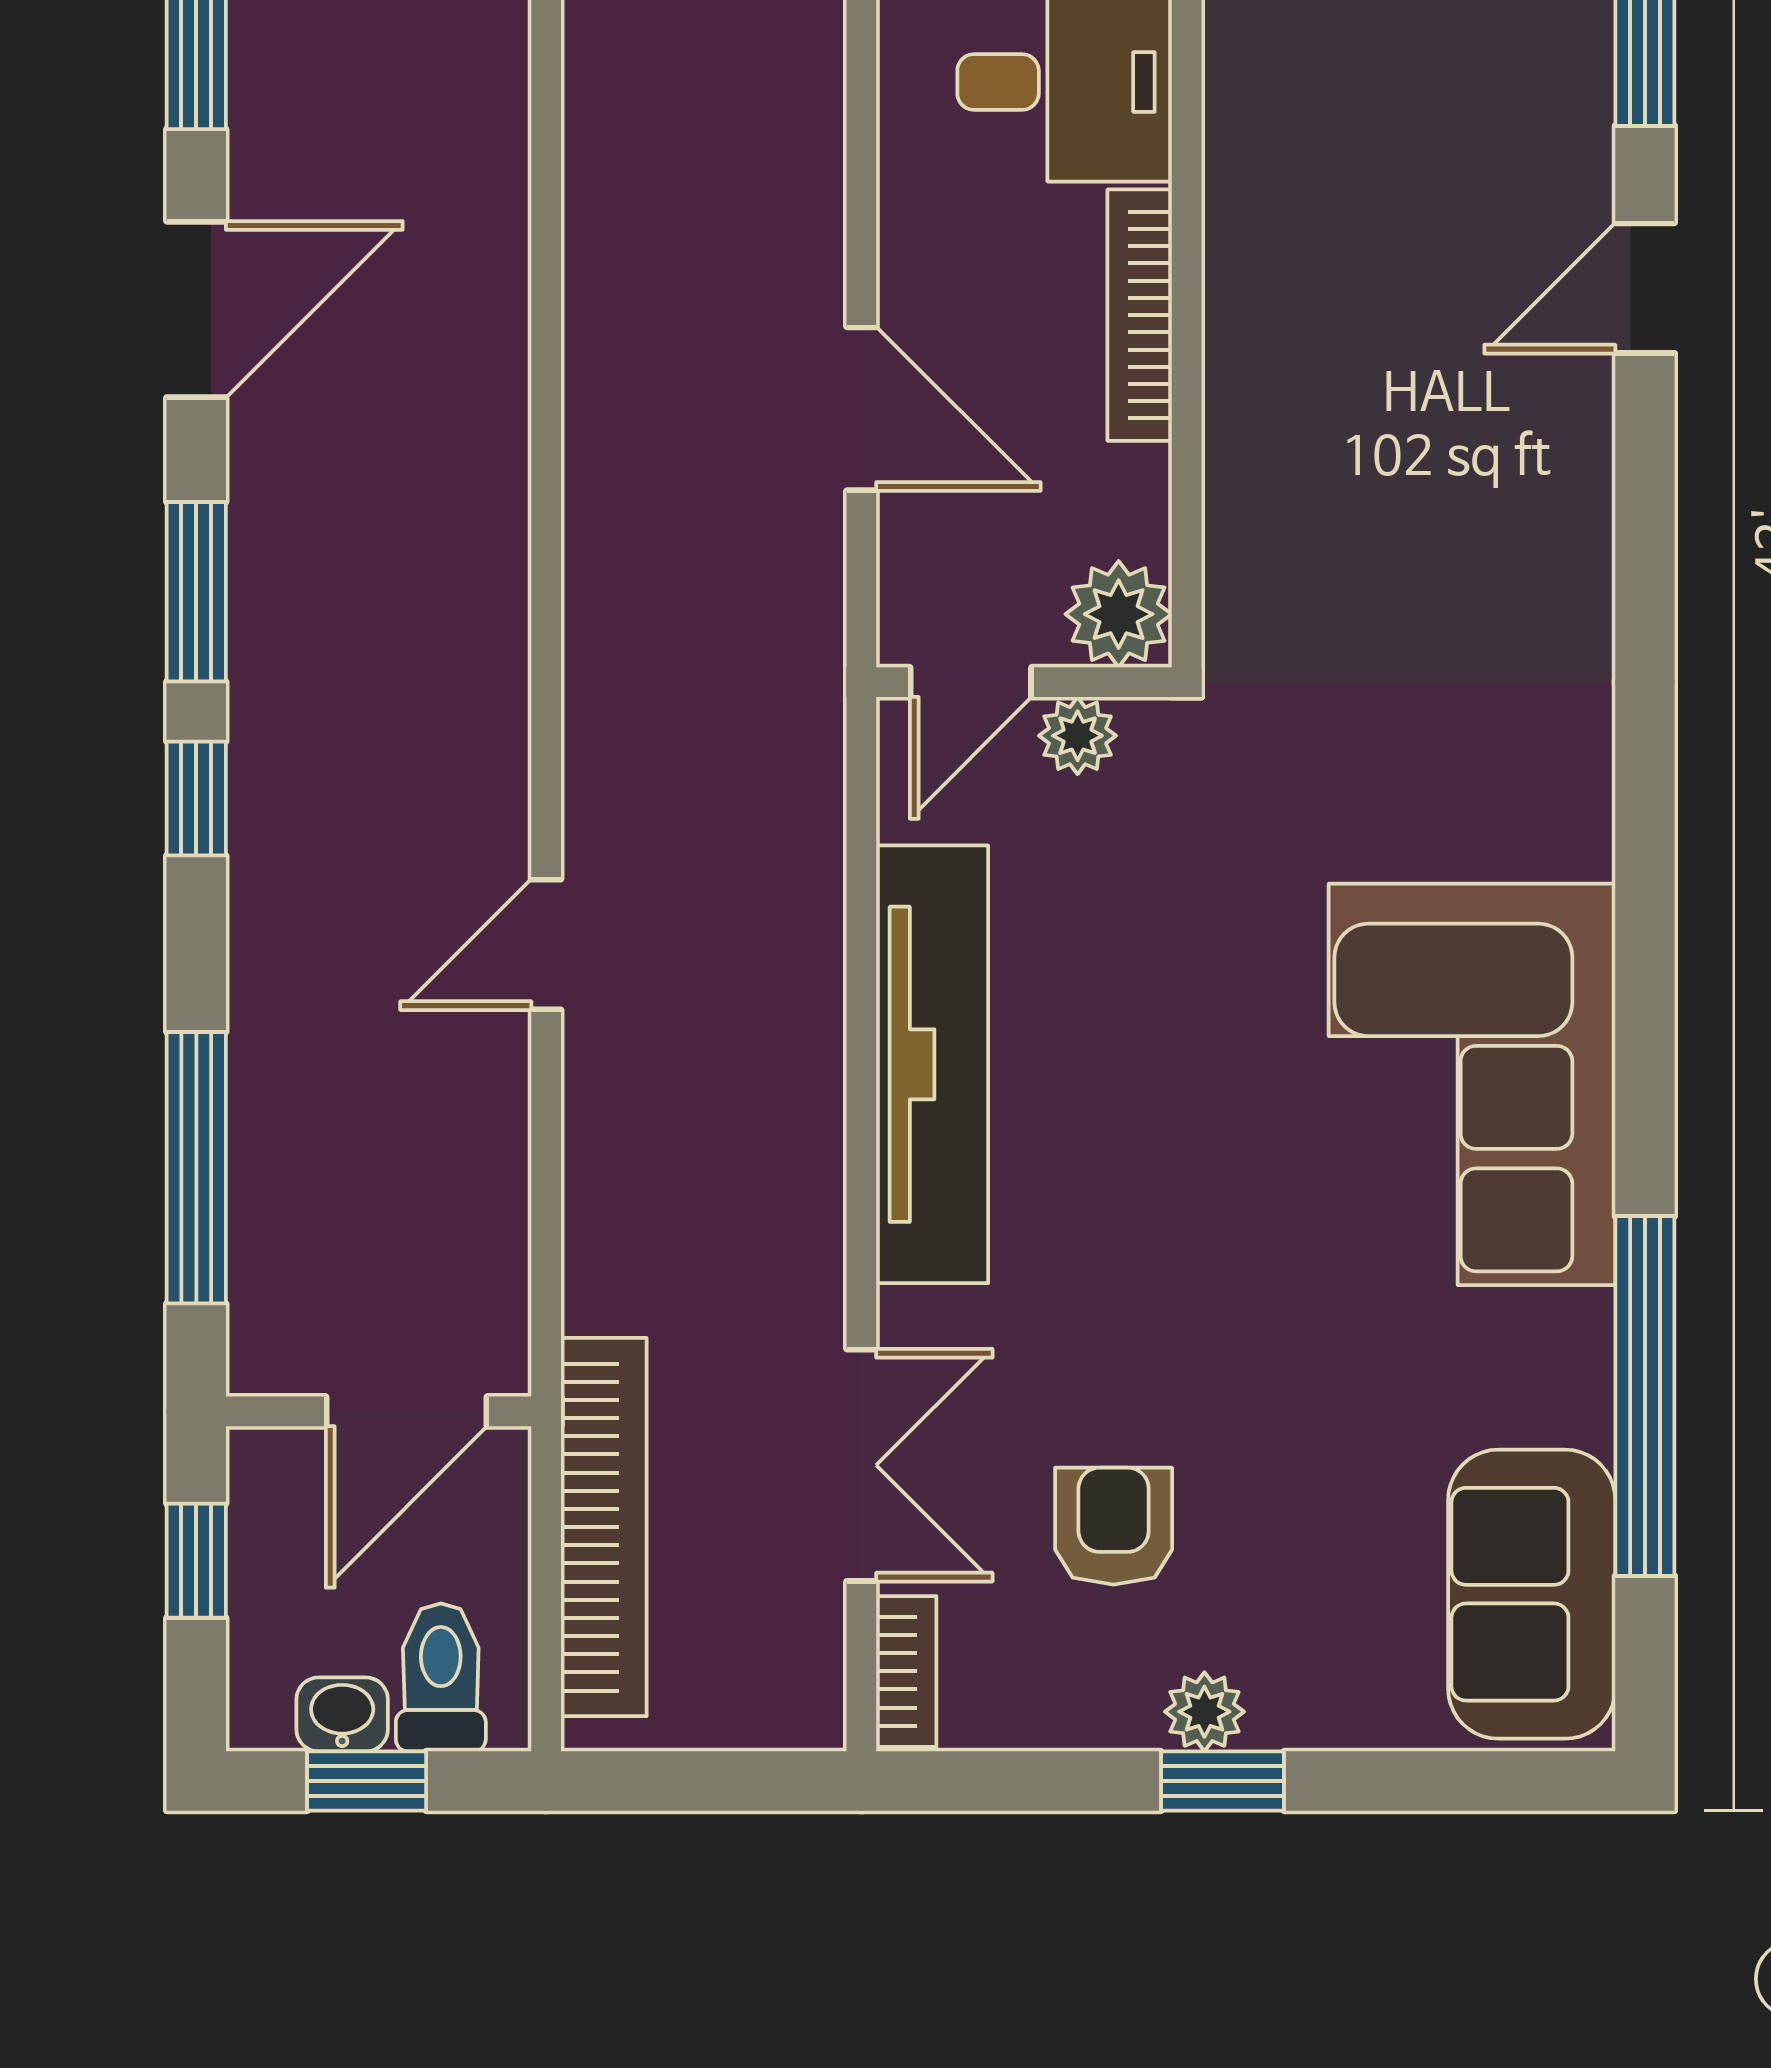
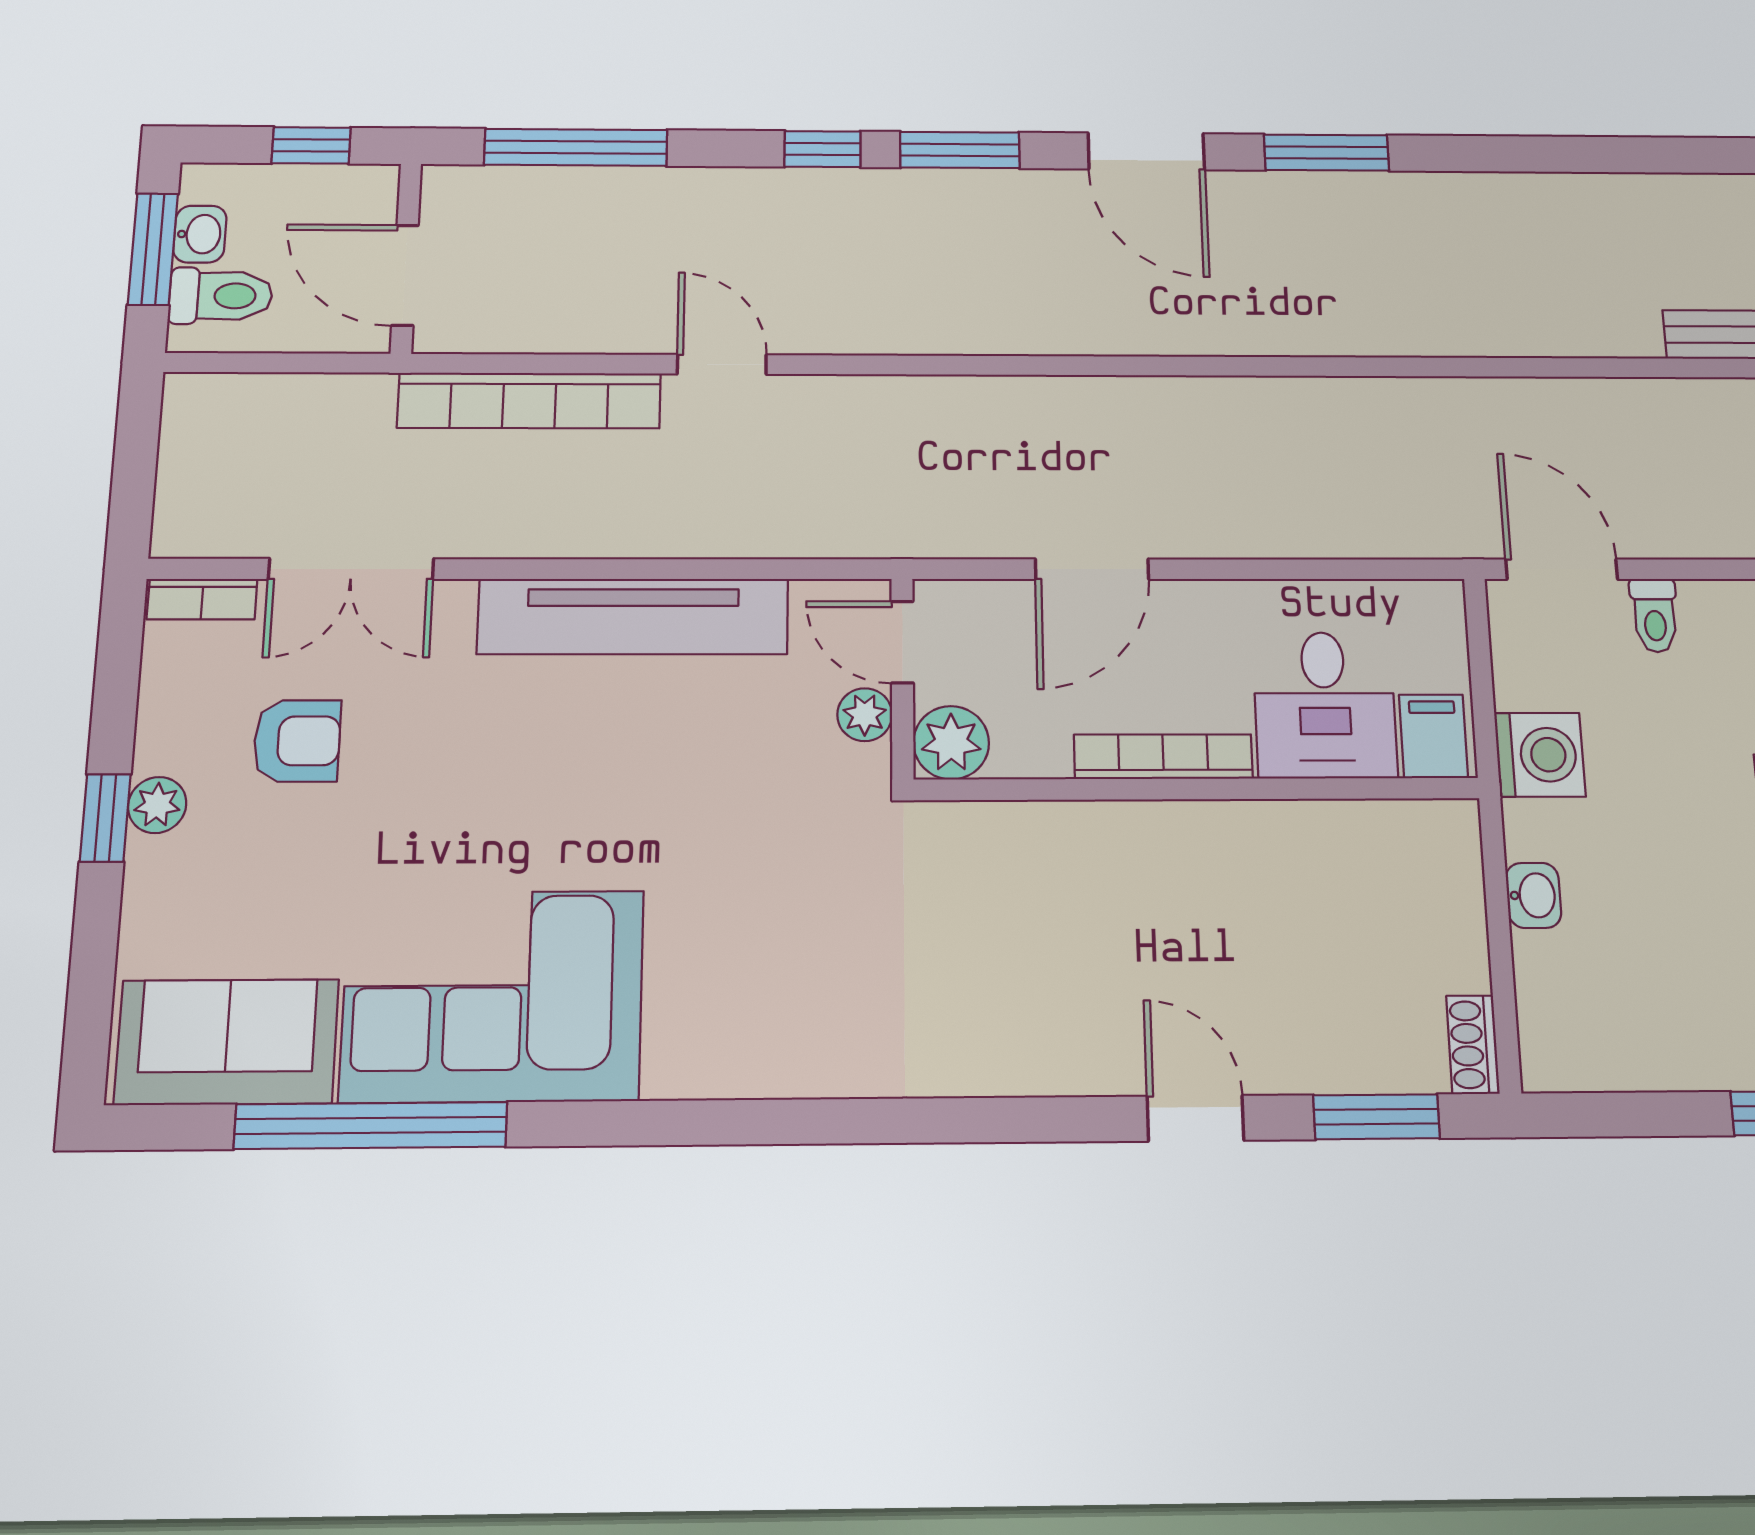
corner sofa: (1472, 1084) -> (493, 996), moved
bookcase: (604, 1527) -> (529, 401), moved
window: (367, 1781) -> (153, 249), width x1.50

